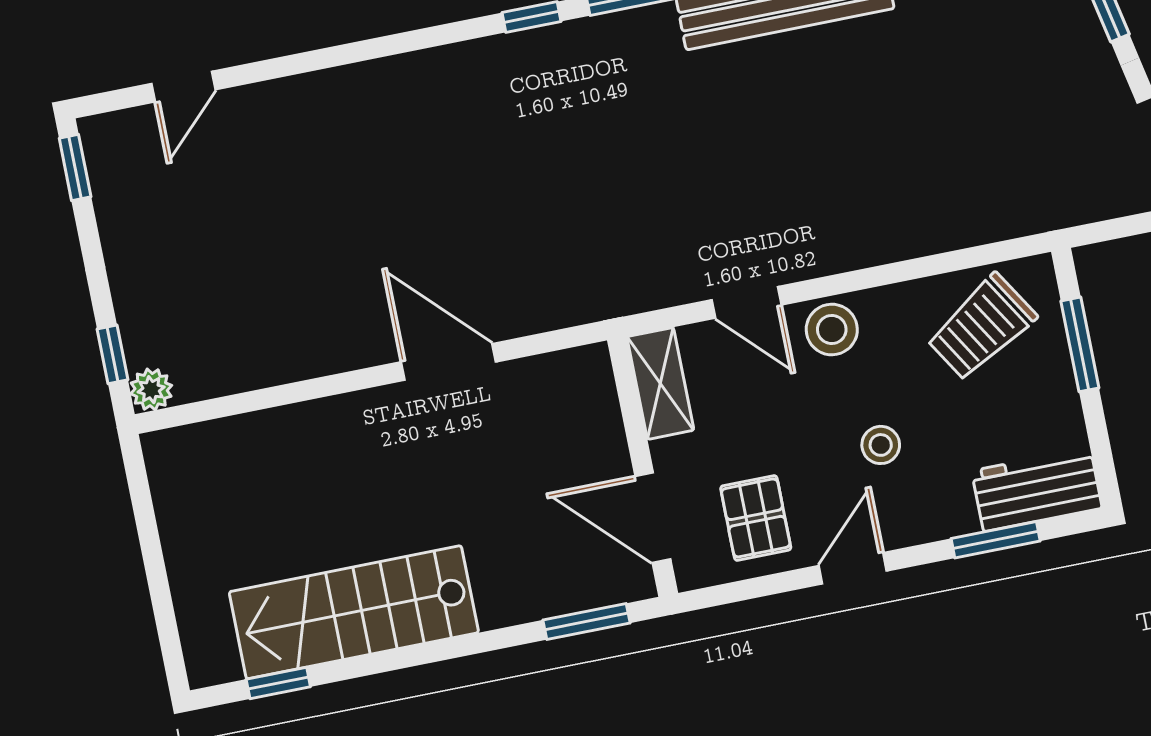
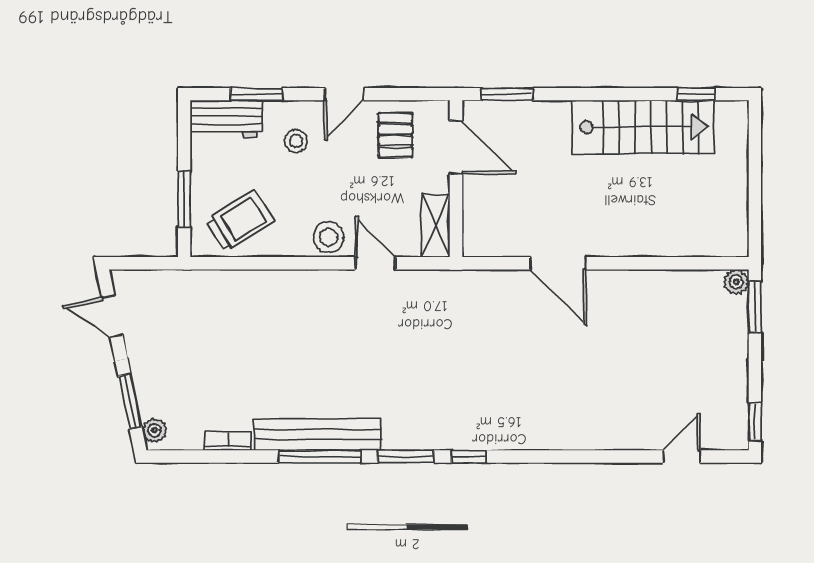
window: (112, 354) -> (755, 307), width x1.50
stool: (881, 445) -> (296, 141), moved

